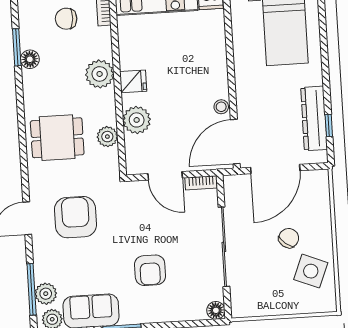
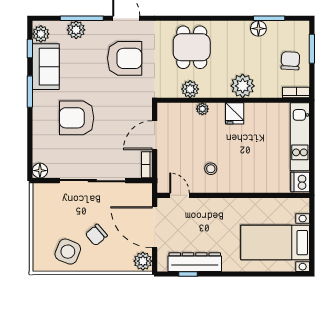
stool: (221, 107) -> (211, 169), moved
plant: (137, 120) -> (202, 109), width x0.53, depth x0.53
door: (235, 142) -> (179, 195), width x0.53
plant: (317, 180) -> (143, 261), added
chair: (289, 238) -> (96, 235), turned 101
armchair: (150, 270) -> (77, 118), width x1.36, depth x1.36
window: (32, 289) -> (82, 18), moved
plant: (46, 294) -> (76, 30), moved

